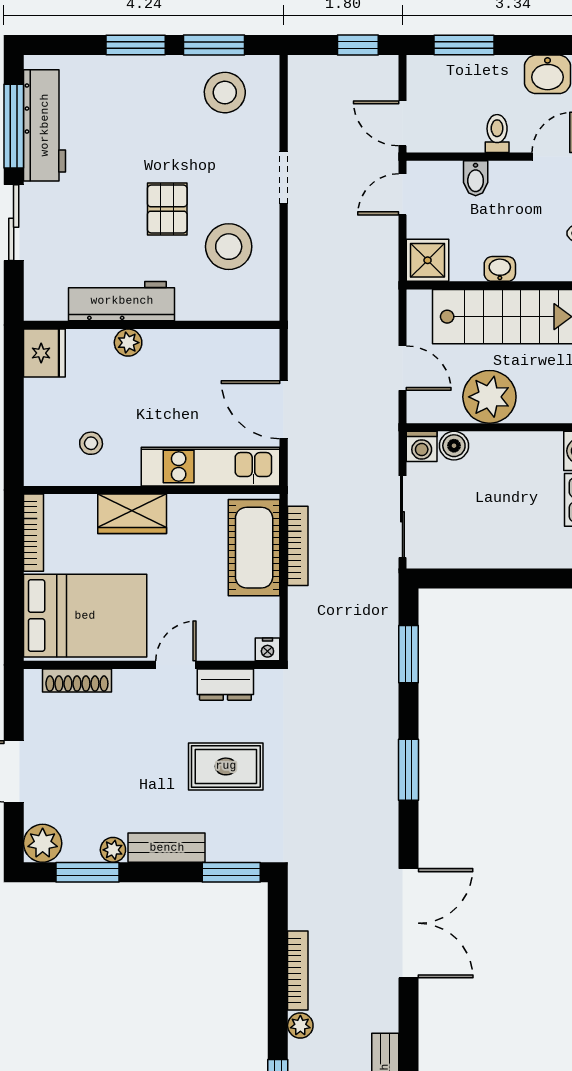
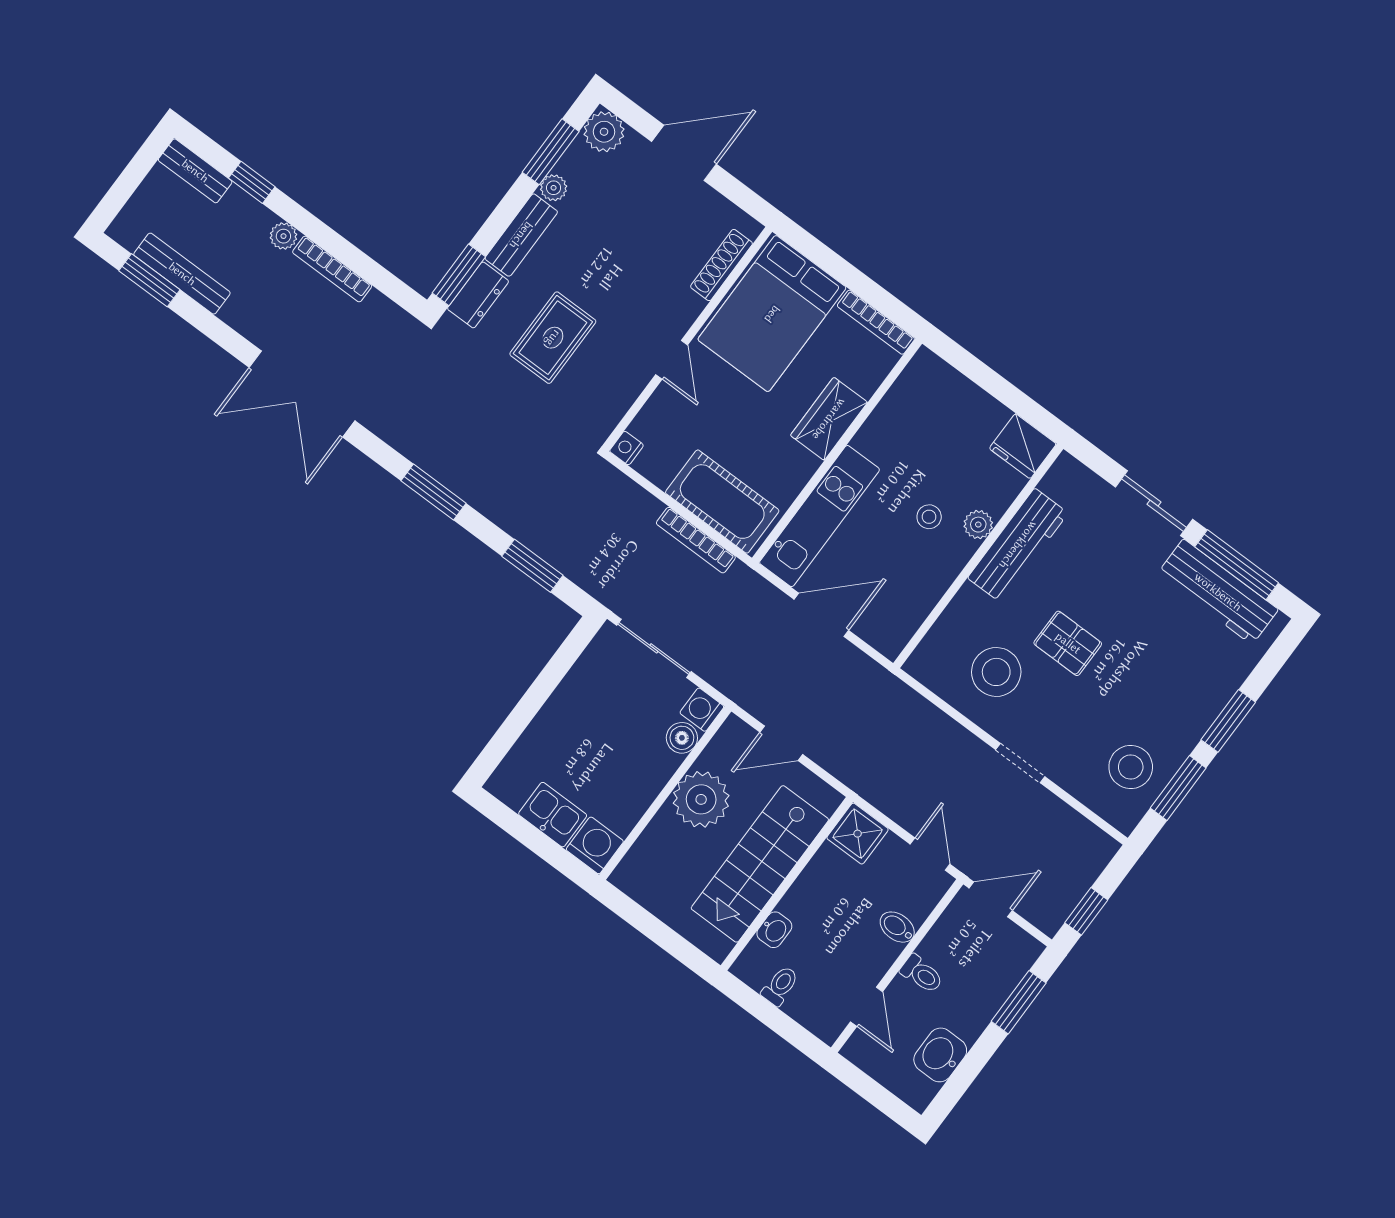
washbasin: (500, 269) -> (774, 930), moved
stool: (91, 443) -> (929, 517), moved
dresser: (225, 685) -> (478, 295), moved, turned 180

